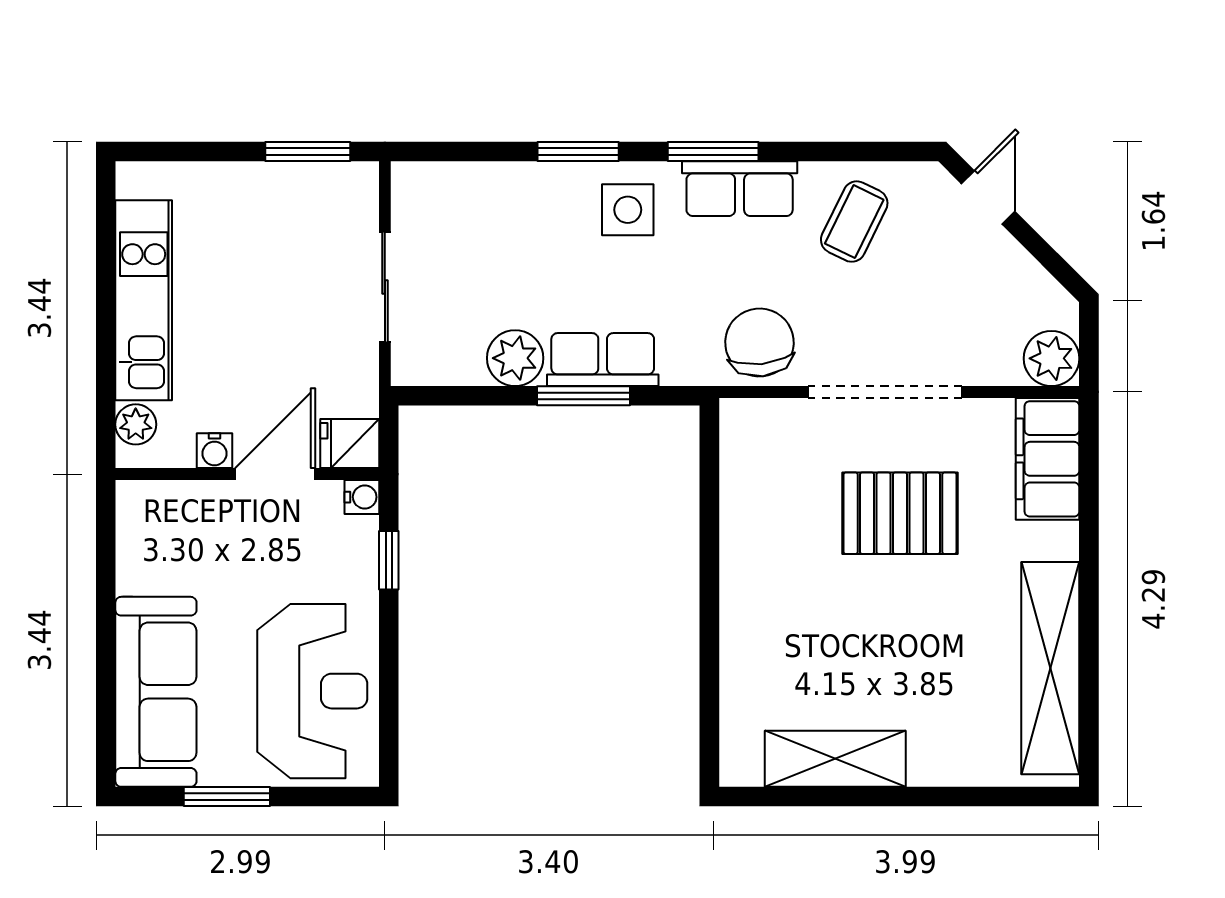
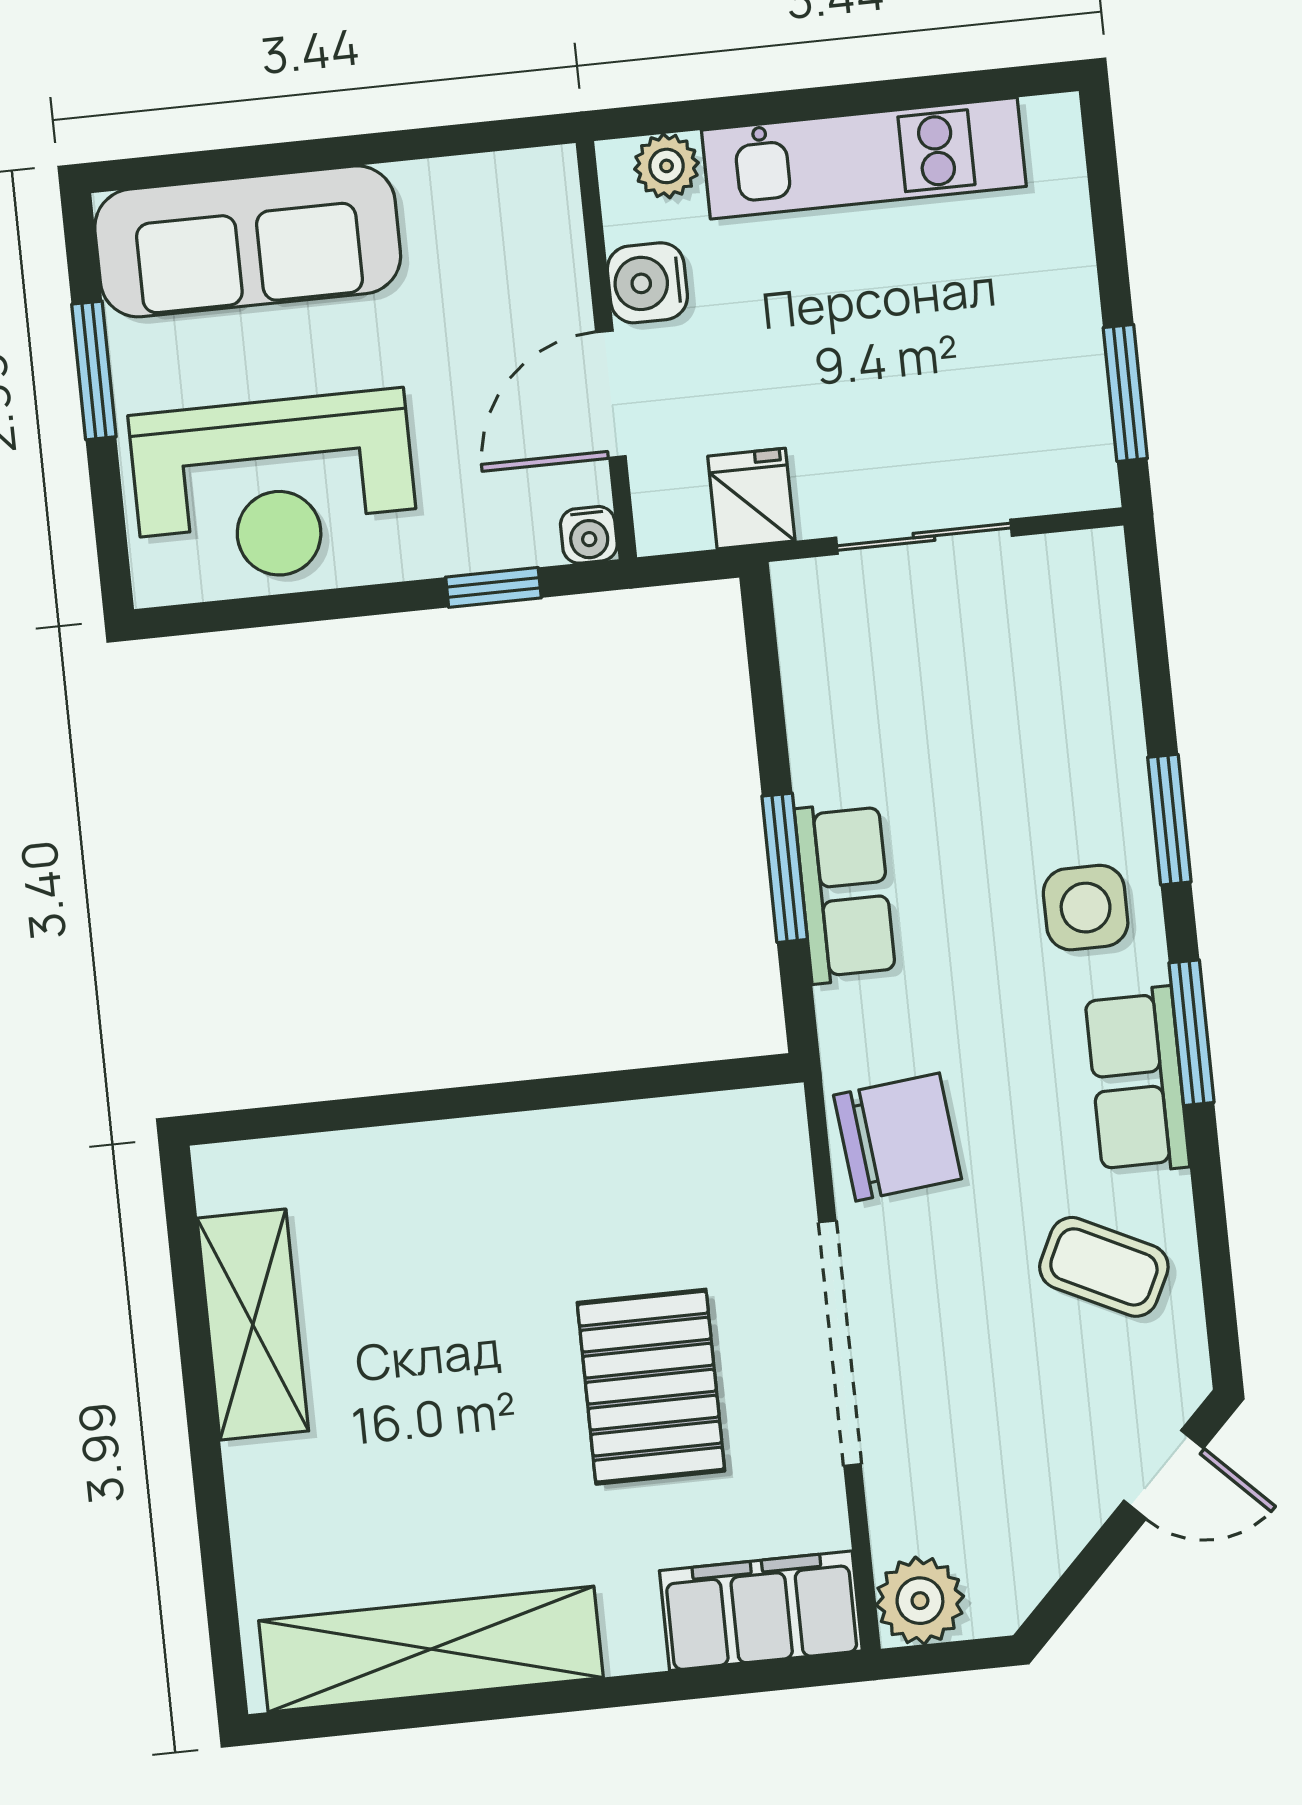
plant: (515, 358) -> (833, 754), removed
fridge: (350, 444) -> (751, 499), moved
water cooler: (214, 451) -> (647, 283), width x1.38, depth x1.38
door: (275, 474) -> (611, 394), swing flipped

